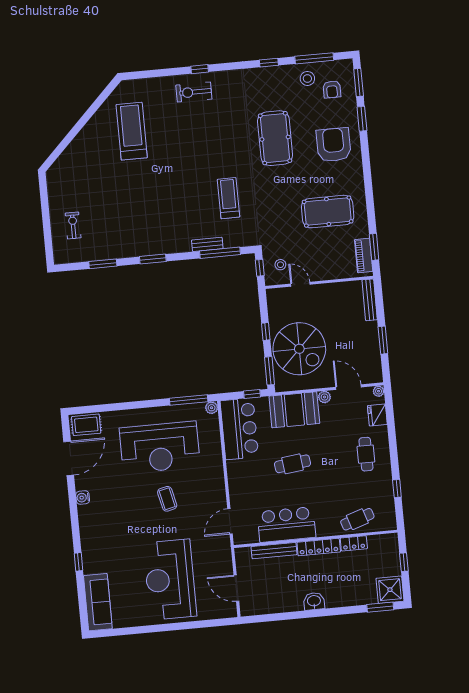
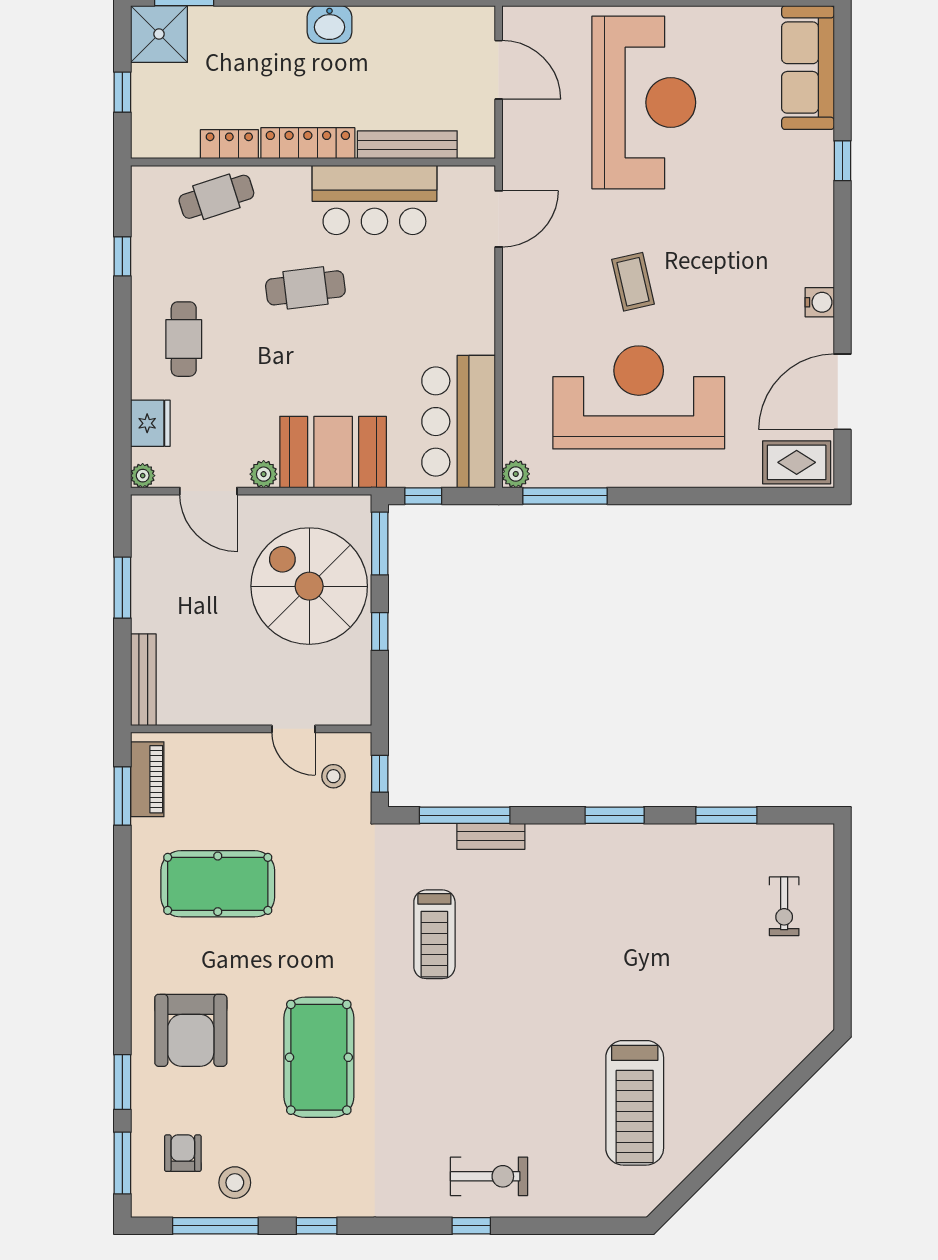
cafe table: (293, 464) -> (305, 288), moved

